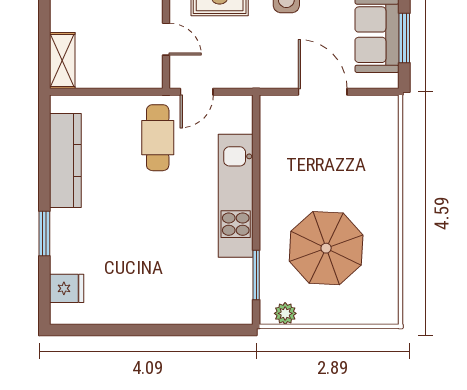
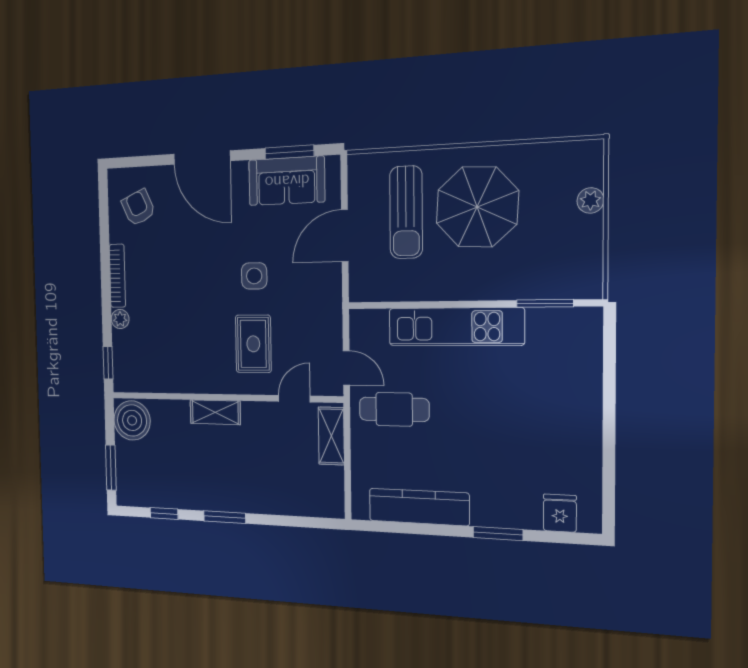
shelving: (62, 60) -> (331, 436), moved, turned 90
sun lounger: (342, 150) -> (406, 212), added
parasol: (326, 248) -> (477, 207), moved
plant: (285, 313) -> (590, 200), moved

